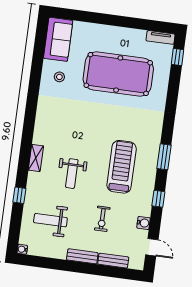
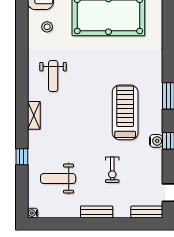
weight bench: (72, 174) -> (53, 76), moved
water cooler: (144, 223) -> (156, 141), moved
bench: (113, 261) -> (147, 212), moved

